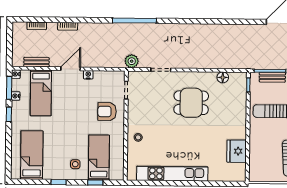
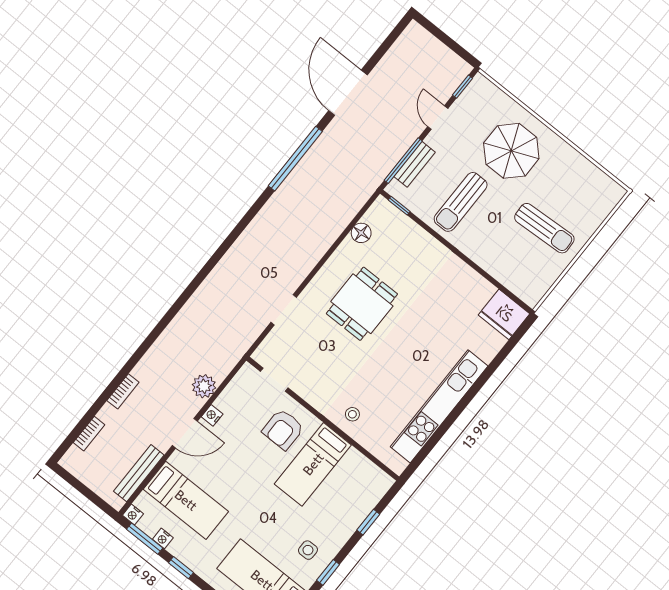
window: (134, 21) -> (295, 159), moved
plant: (132, 61) -> (204, 386), moved
bench: (37, 62) -> (139, 473), width x1.36
door: (71, 69) -> (185, 433), swing flipped
fridge: (237, 151) -> (504, 314), moved
bed: (99, 158) -> (313, 464), moved, turned -90
side table: (75, 164) -> (308, 550), moved

